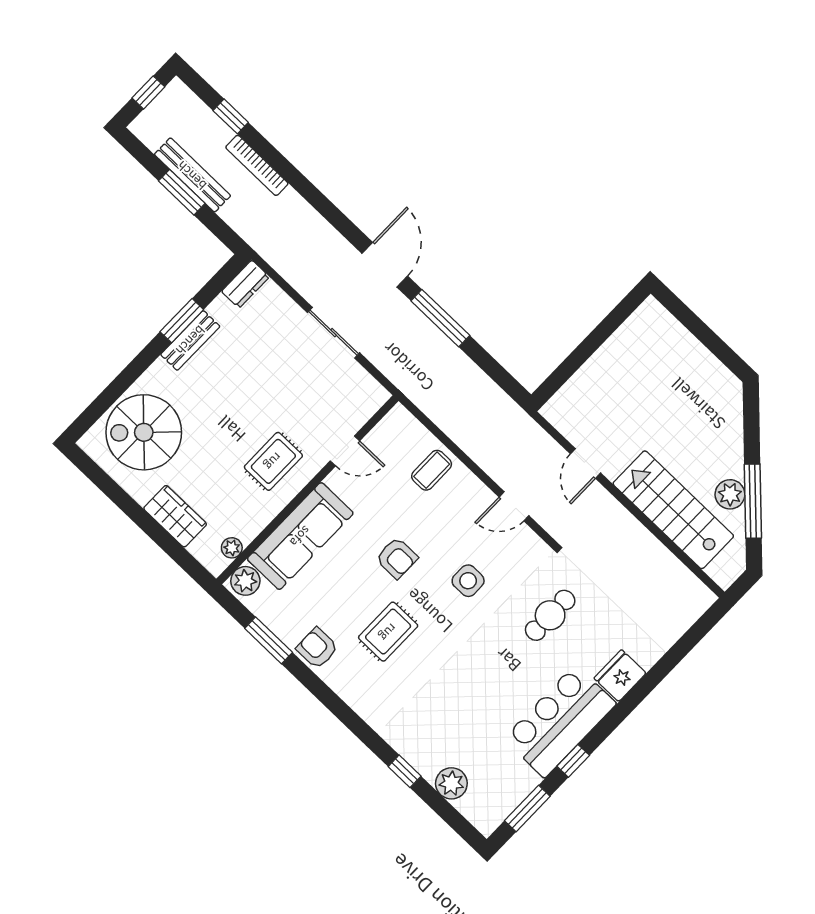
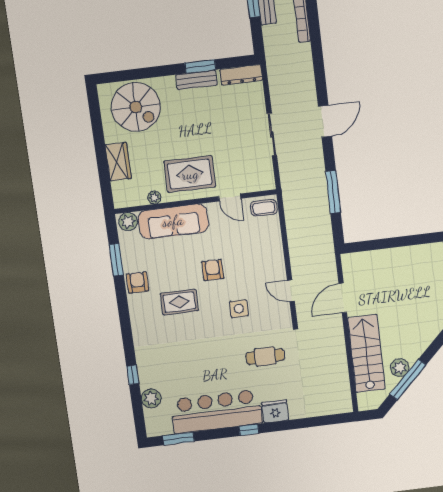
dresser: (245, 284) -> (241, 75), width x1.44
window: (440, 318) -> (333, 192), moved
spiral stairs: (144, 432) -> (136, 107), turned 180
rug: (273, 461) -> (190, 174), width x1.36, depth x1.43
door: (586, 463) -> (343, 298), width x1.38
coffee table: (432, 470) -> (264, 208), moved
plant: (232, 548) -> (154, 198), moved
armchair: (397, 558) -> (213, 270), turned 180
bar counter: (560, 721) -> (217, 411), width x1.36
window: (573, 761) -> (249, 430), moved

